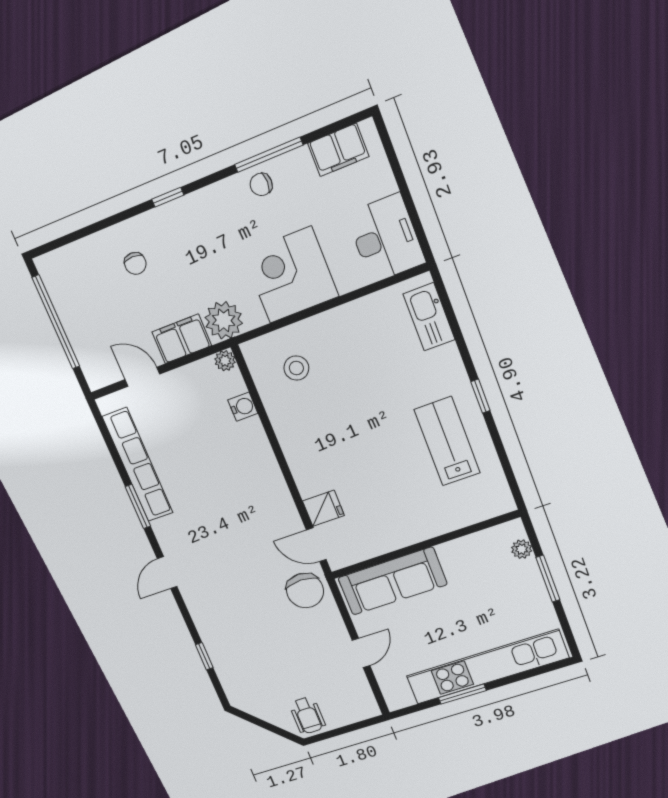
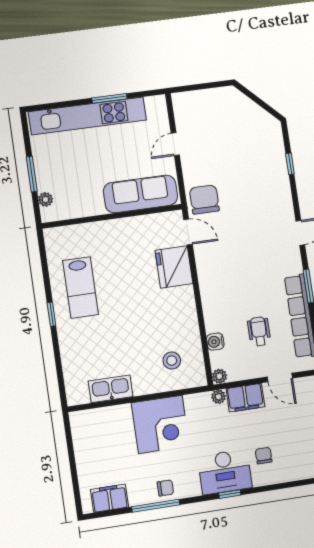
desk: (386, 238) -> (225, 472), moved, turned -90
kitchen sink: (429, 317) -> (111, 389), moved, turned -90
plant: (224, 320) -> (219, 397), width x0.53, depth x0.53
fridge: (323, 508) -> (174, 267), width x1.88, depth x1.34
wheelchair: (307, 715) -> (259, 331), moved

